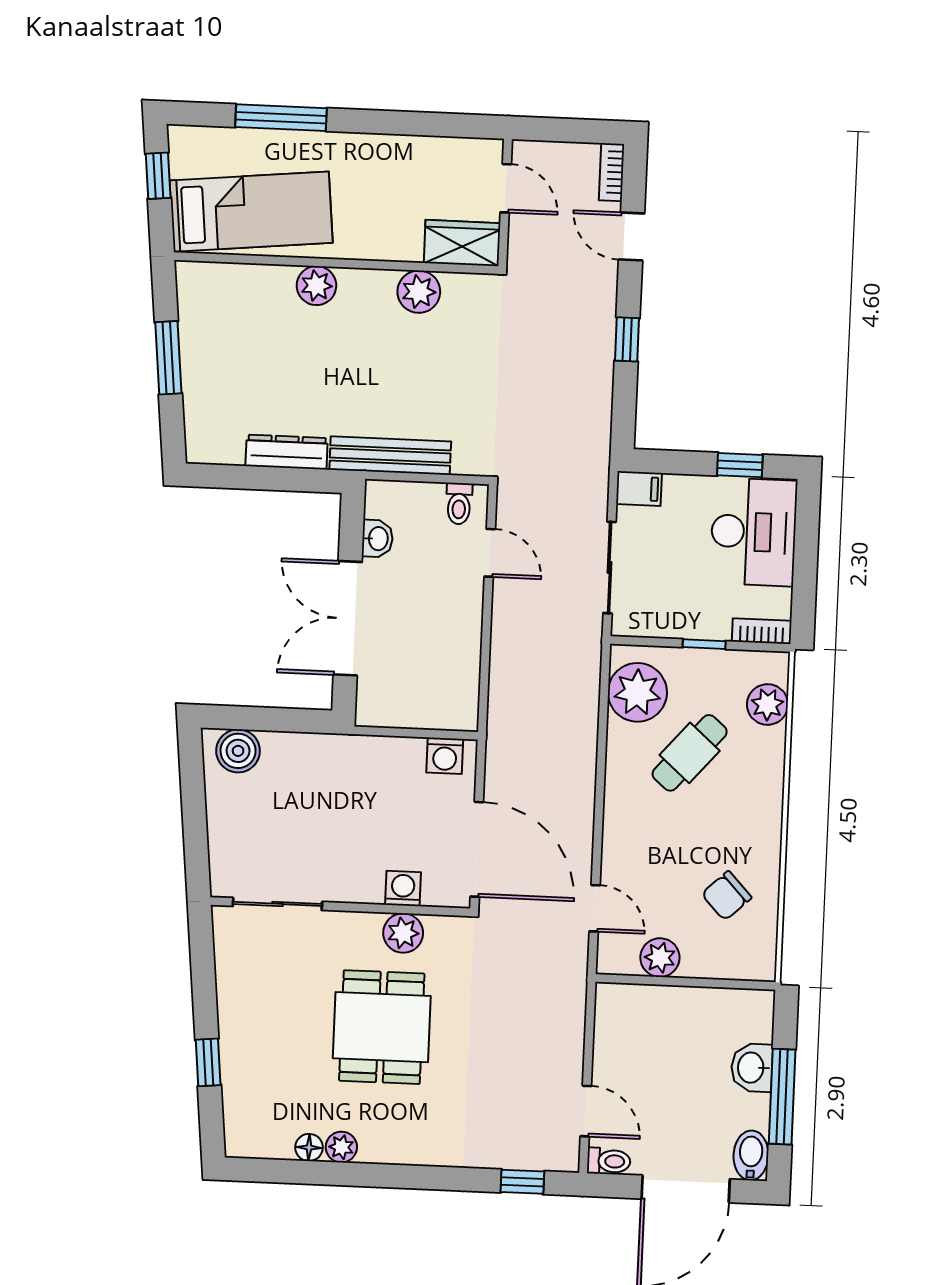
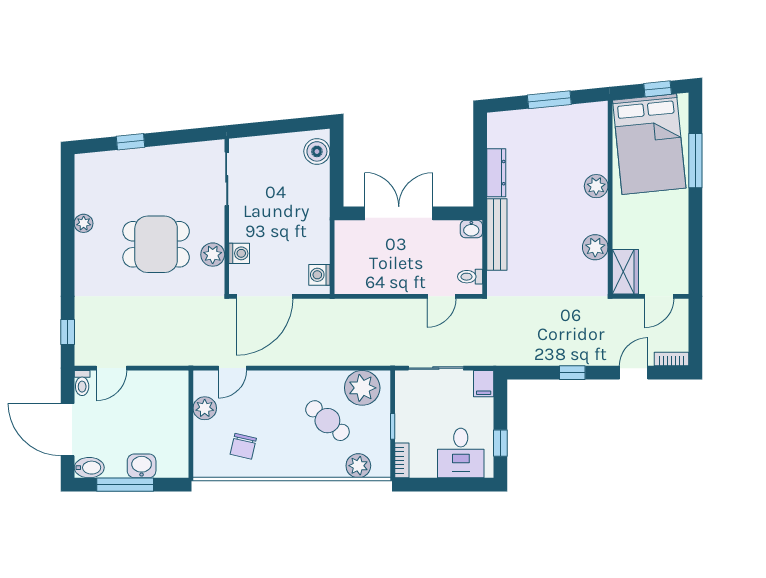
bed: (251, 212) -> (649, 144), width x1.50
desk: (754, 532) -> (461, 453), width x0.73
washbasin: (377, 539) -> (471, 229), moved
chair: (726, 896) -> (243, 446), turned -124
floor lamp: (309, 1147) -> (82, 204), removed

